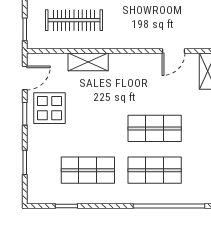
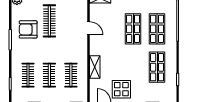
clothes rail: (74, 20) -> (71, 75), width x0.73
door: (174, 51) -> (89, 28), moved

